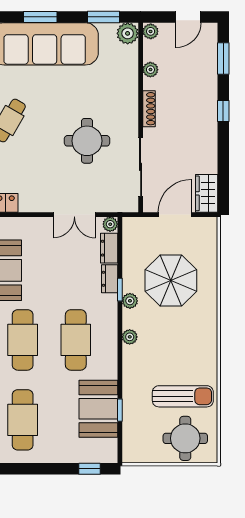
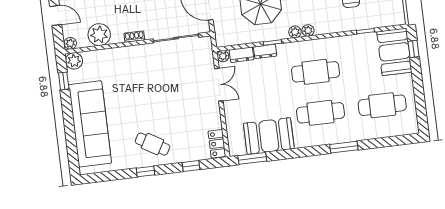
window: (40, 17) -> (70, 130), removed
window: (104, 17) -> (64, 81), width x0.67
plant: (150, 70) -> (99, 35), width x1.88, depth x1.88
shoe rack: (149, 109) -> (134, 37), width x0.70
round table: (87, 141) -> (161, 82), removed
plant: (130, 301) -> (295, 32), moved
booth: (98, 409) -> (394, 52), moved, turned 90

